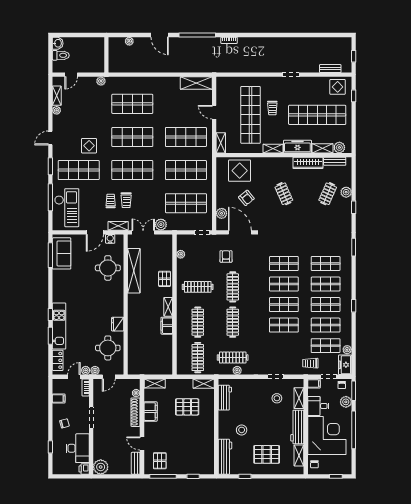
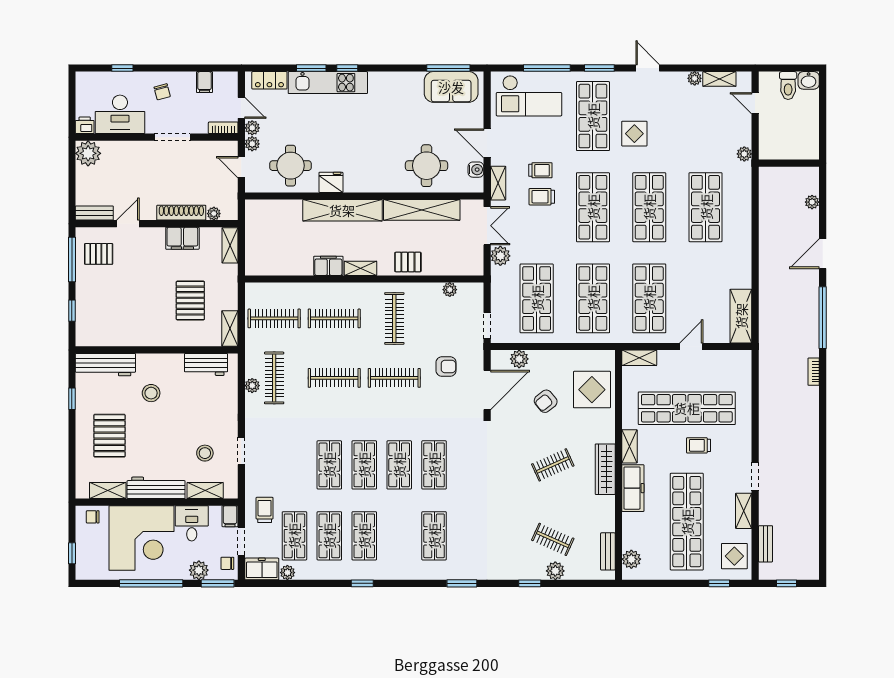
shelving: (323, 148) -> (744, 511), moved
wardrobe: (308, 163) -> (605, 469), moved
shop shelf: (326, 284) -> (399, 536), removed
shelving: (134, 317) -> (342, 210), added

